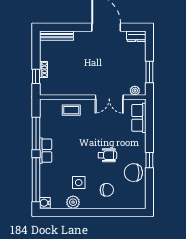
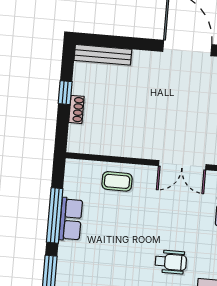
window: (36, 76) -> (65, 93), moved
row of seats: (46, 151) -> (71, 219), moved

